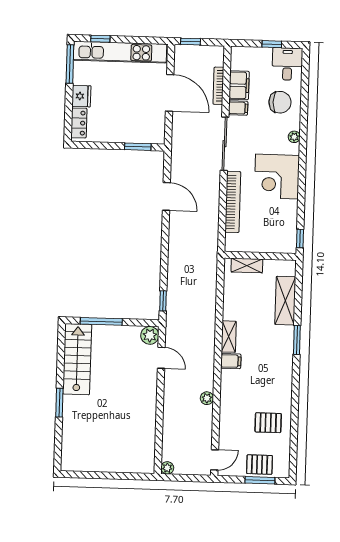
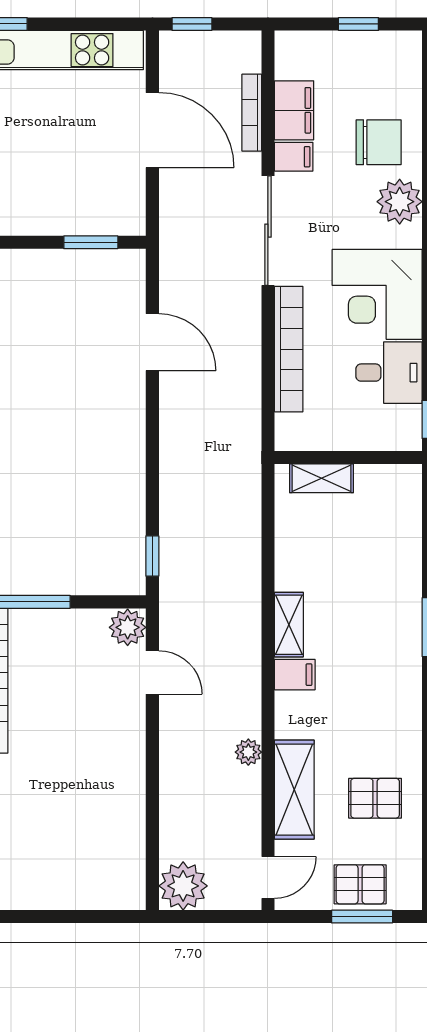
desk: (287, 64) -> (389, 373), moved, turned 90
plant: (294, 137) -> (400, 202), width x1.88, depth x1.88
shelving: (285, 301) -> (294, 790), moved
plant: (167, 468) -> (183, 886), width x1.88, depth x1.88

